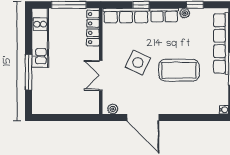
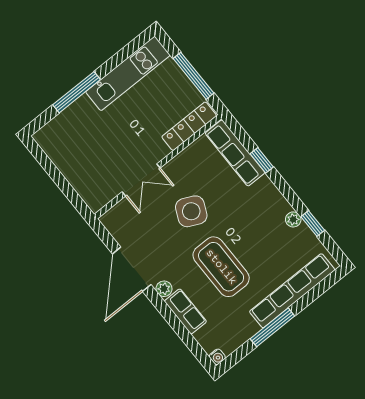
row of seats: (164, 15) -> (185, 311), moved, turned 180
double door: (101, 75) -> (141, 180), swing flipped
plant: (113, 109) -> (164, 289), moved

